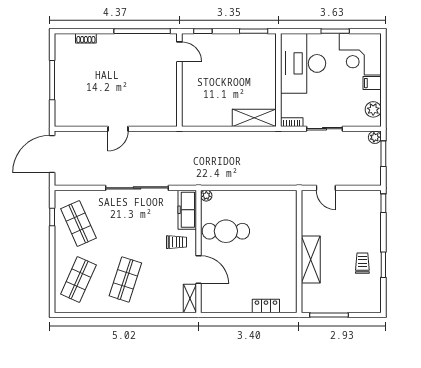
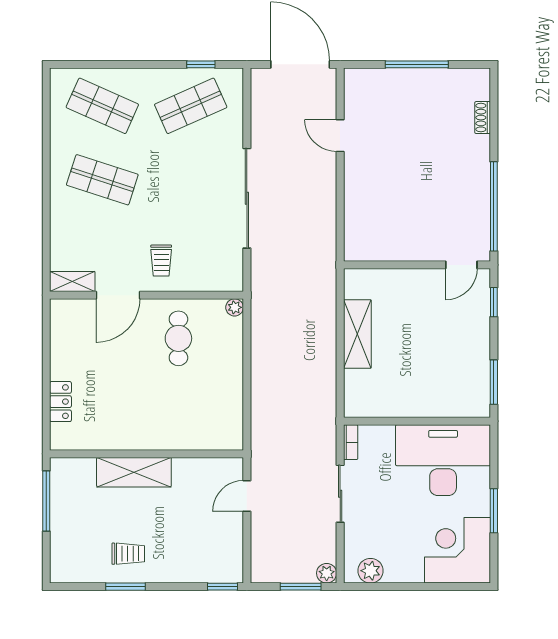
filing cabinet: (372, 83) -> (412, 569), removed
shelving: (254, 118) -> (357, 334), moved
door: (118, 129) -> (340, 136), moved
freezer: (187, 210) -> (212, 277), removed
cafe table: (226, 231) -> (178, 338), width x0.73, depth x0.74

